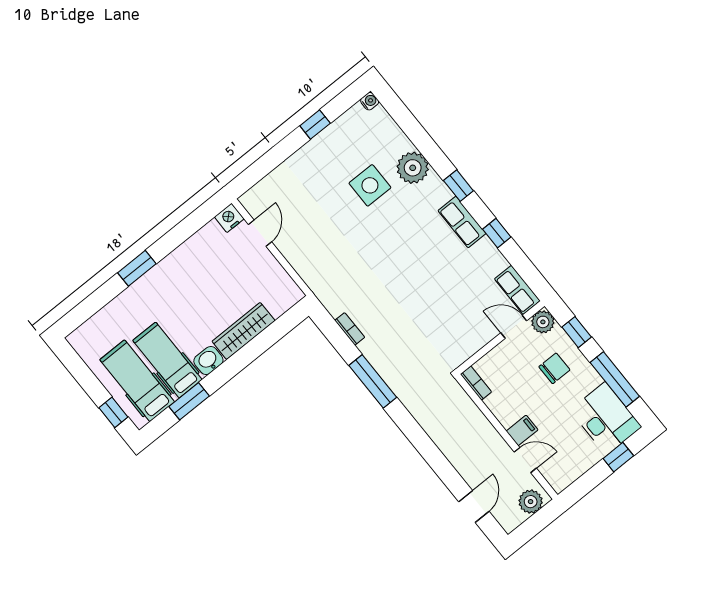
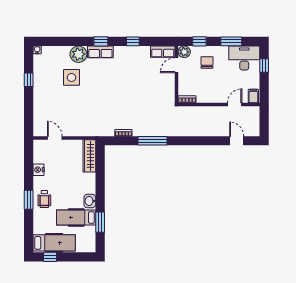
nightstand: (229, 218) -> (39, 170), moved
row of seats: (462, 222) -> (100, 52), moved
wheelchair: (157, 291) -> (44, 199), added
wardrobe: (243, 331) -> (89, 156), moved
window: (615, 379) -> (231, 41), width x0.69
hospital bed: (137, 381) -> (54, 243), moved, turned 180
window: (113, 412) -> (50, 257), moved
filing cabinet: (522, 430) -> (253, 96), moved
plant: (531, 502) -> (253, 116), removed

